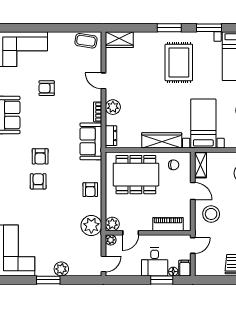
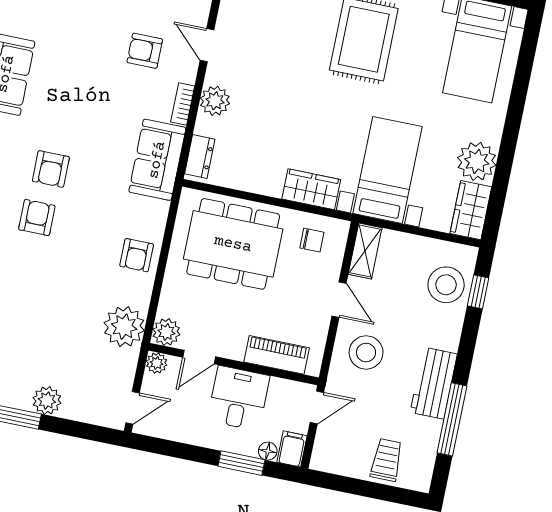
armchair: (47, 88) -> (145, 51), moved
wardrobe: (162, 140) -> (311, 189), width x0.67
desk: (155, 262) -> (239, 398), moved, turned 180

